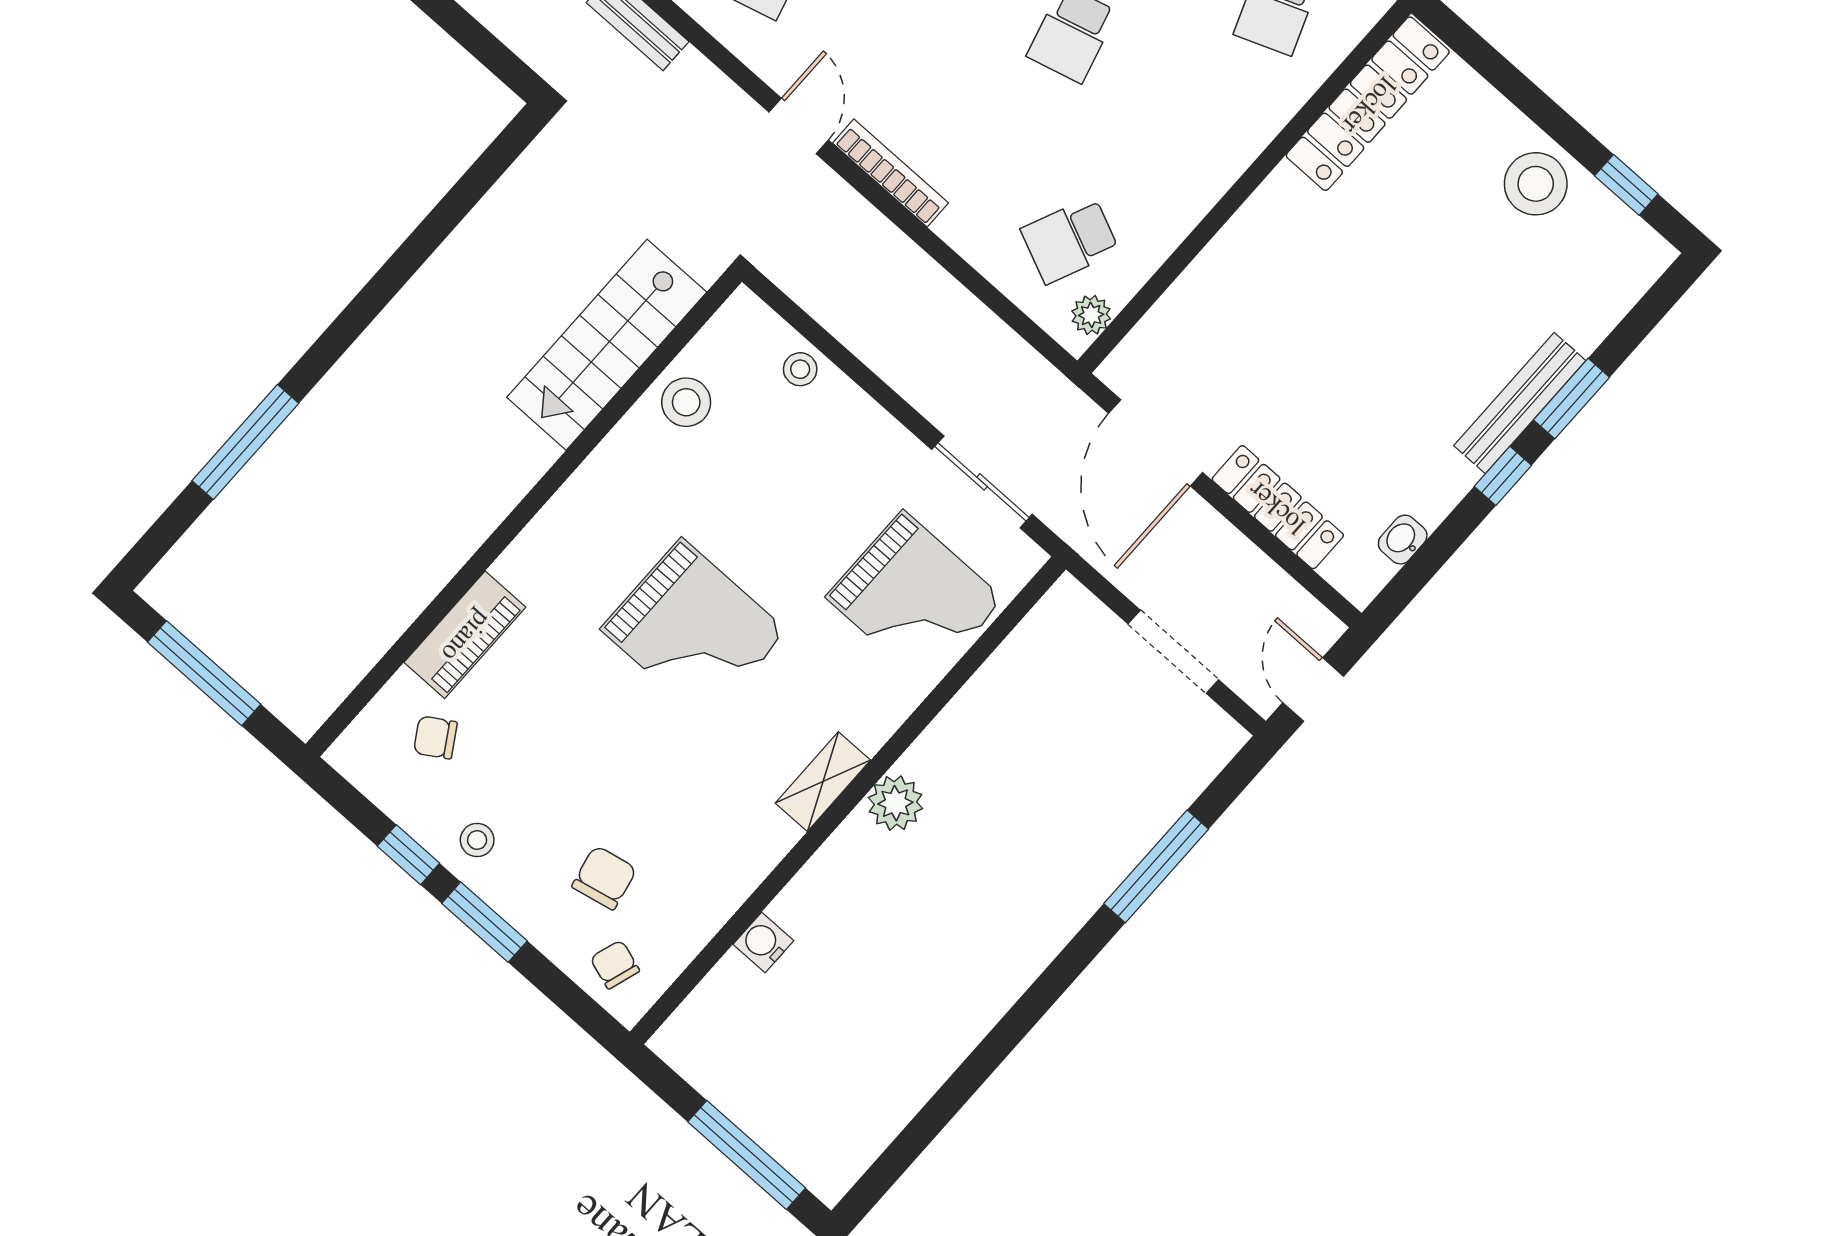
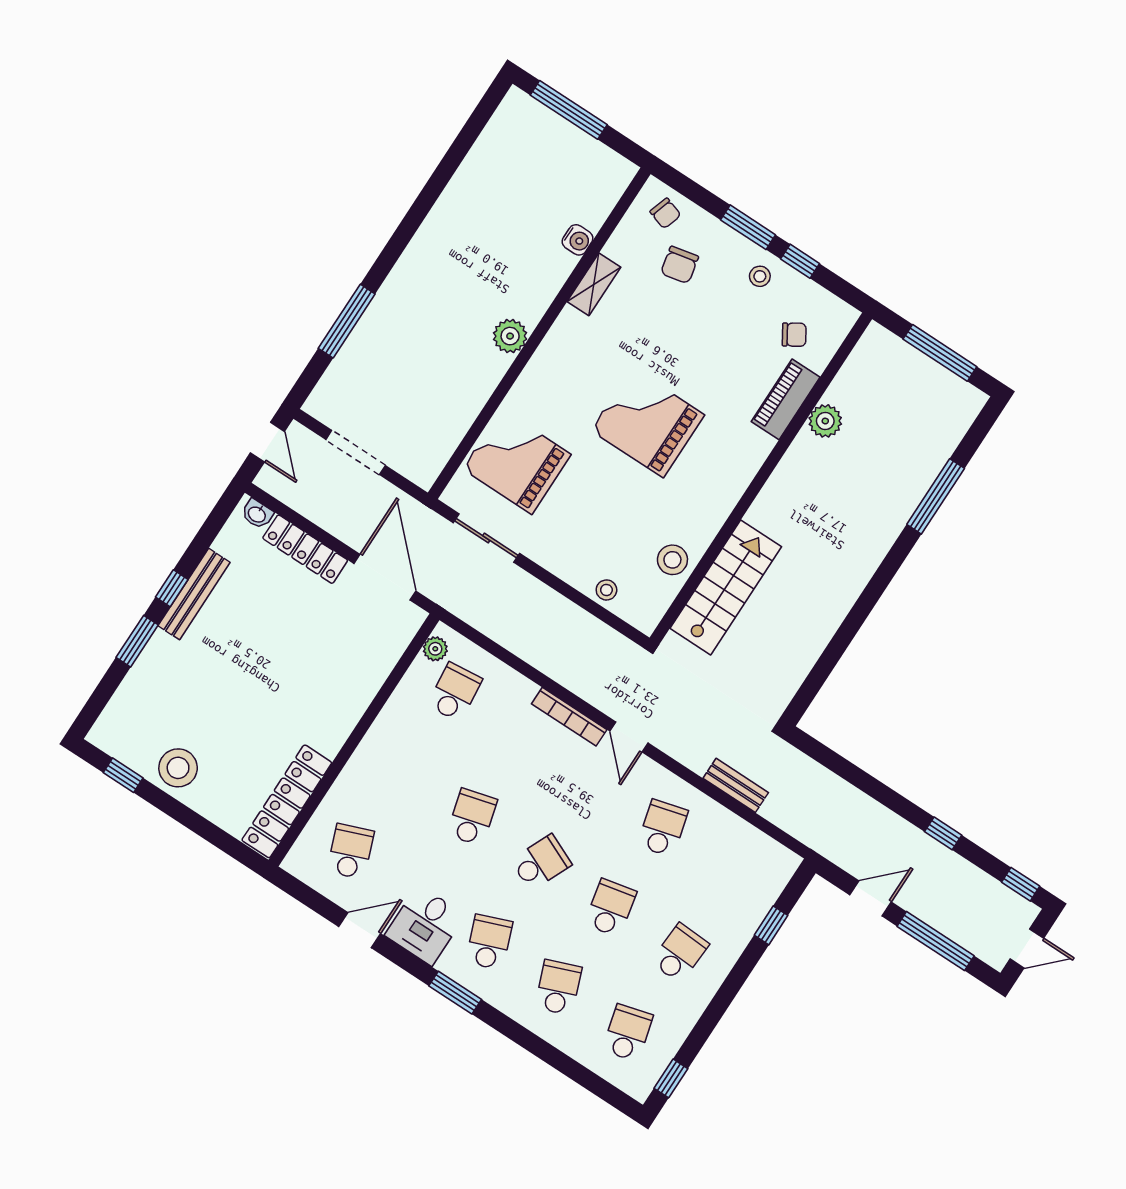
school desk: (1070, 240) -> (455, 692), turned -30
bench: (1520, 403) -> (194, 594), moved
washbasin: (1403, 540) -> (257, 514), moved, turned 90
plant: (406, 590) -> (825, 421), added
shelving: (823, 782) -> (594, 284), moved

